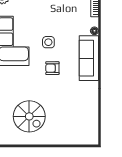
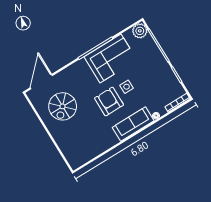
armchair: (52, 68) -> (109, 102), width x1.88, depth x1.88

